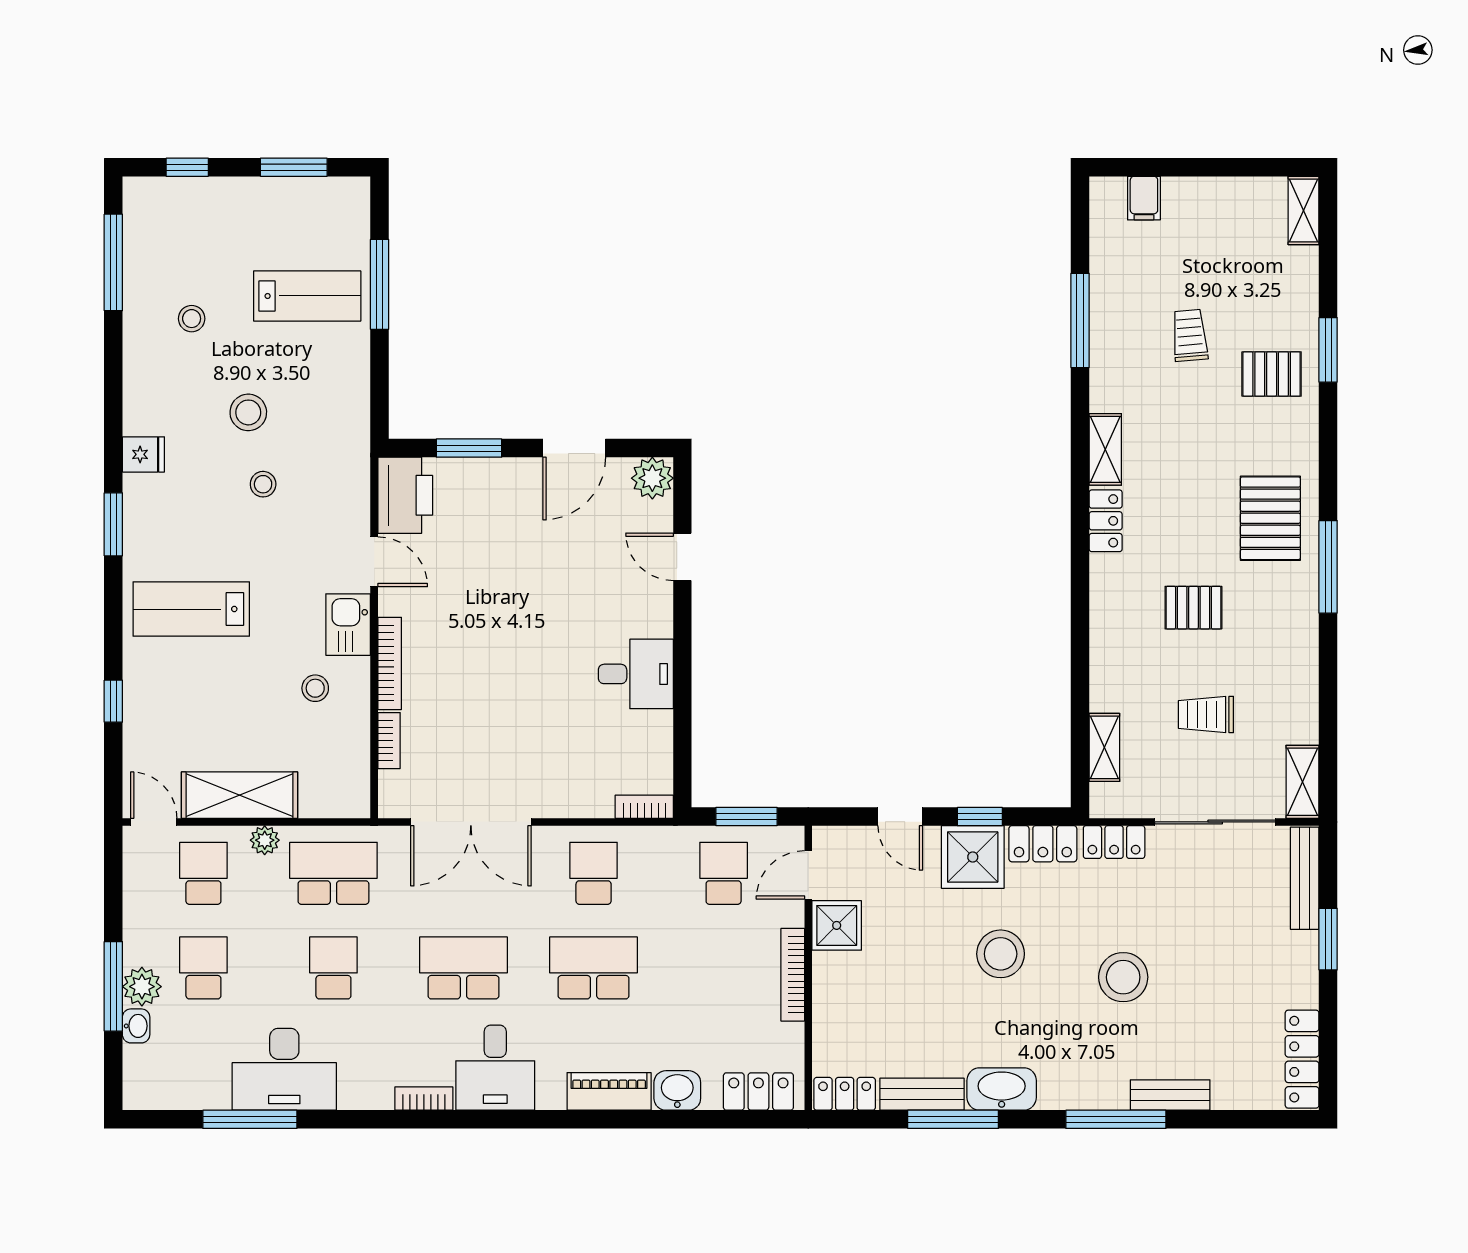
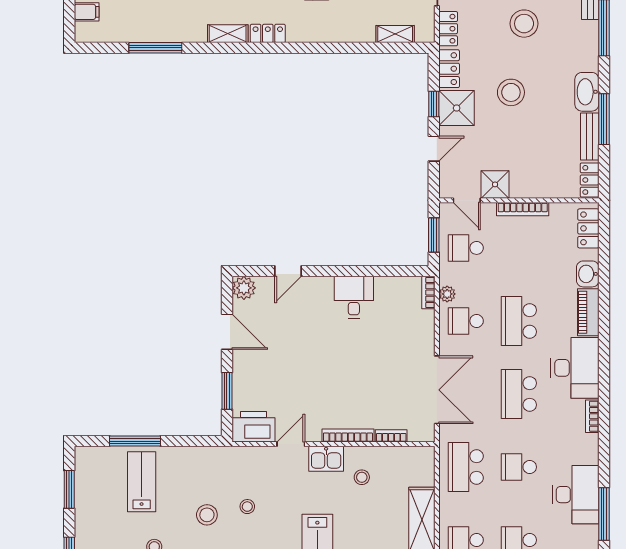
plant: (265, 840) -> (447, 294), moved
desk: (495, 1068) -> (575, 368), width x1.37

